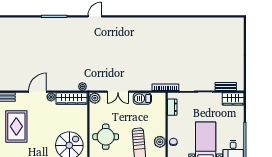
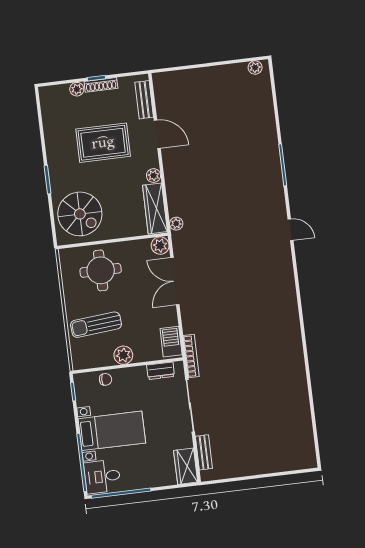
door: (38, 92) -> (157, 134), moved
double door: (118, 92) -> (175, 281), width x1.37
barbecue: (142, 98) -> (171, 342), moved
rug: (16, 126) -> (103, 143), moved
plant: (160, 142) -> (123, 355), moved

